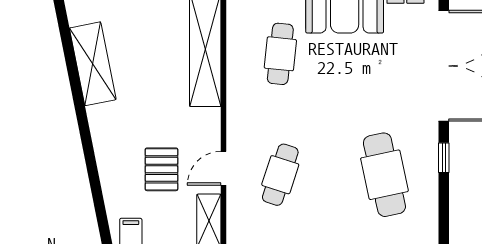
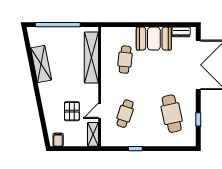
window: (444, 158) -> (198, 119), moved

